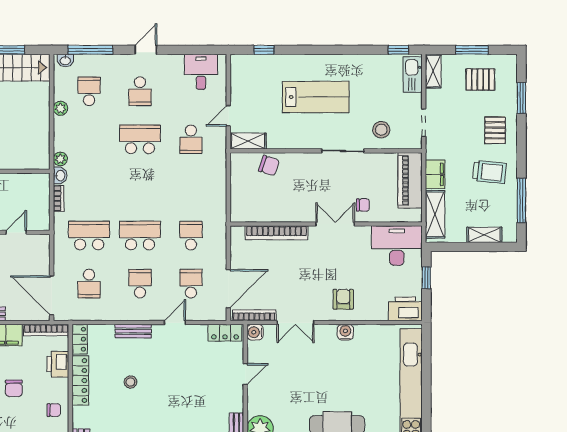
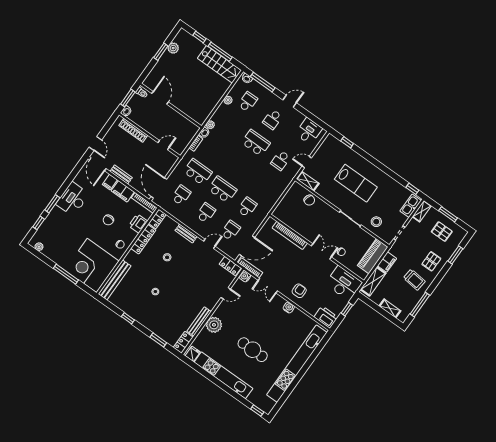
school desk: (89, 284) -> (181, 195), turned 180

